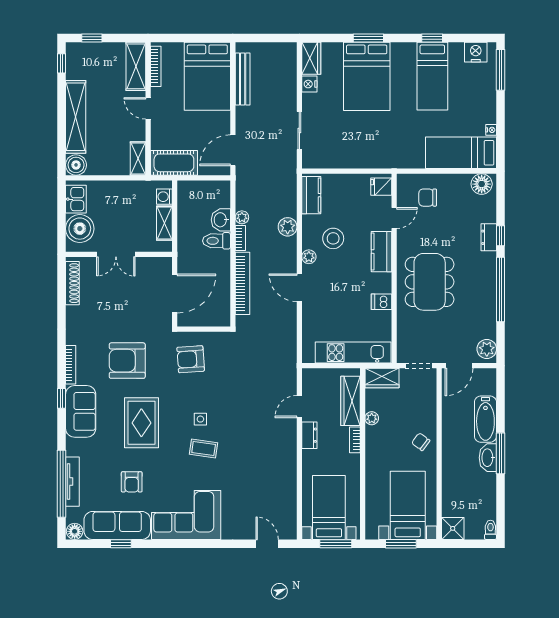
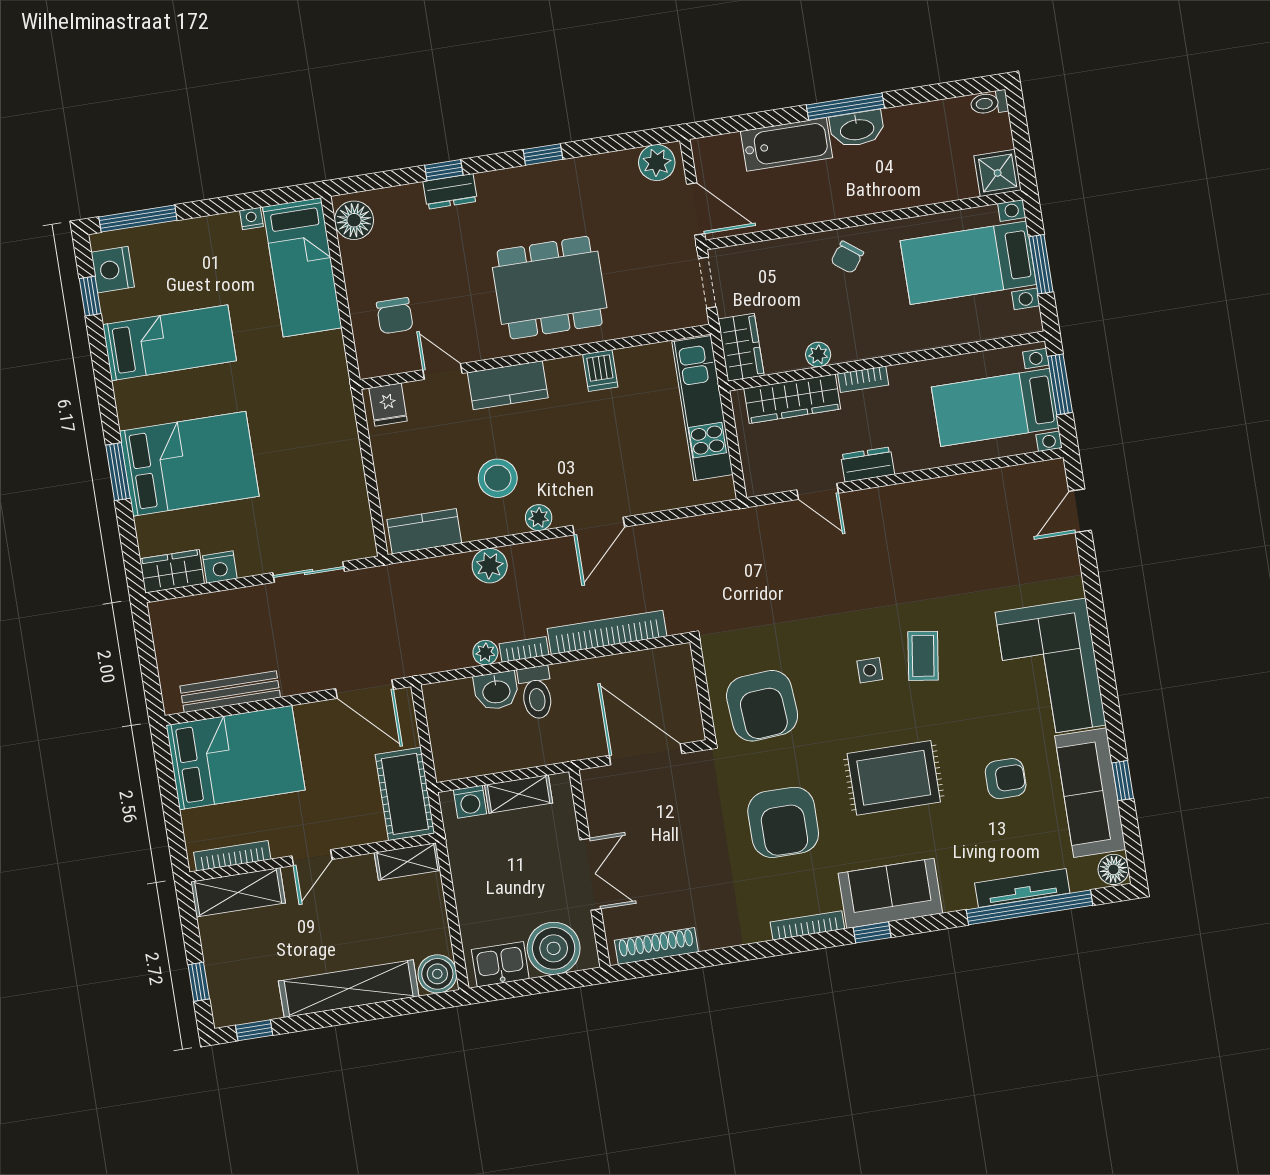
window: (432, 38) -> (90, 296), moved
window: (501, 289) -> (543, 154), width x0.32
armchair: (191, 359) -> (762, 706), width x1.36, depth x1.36

